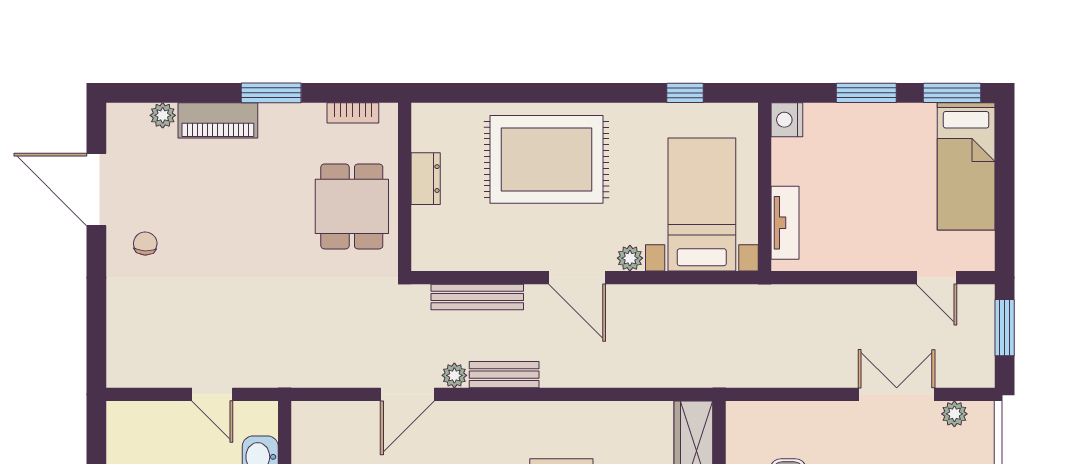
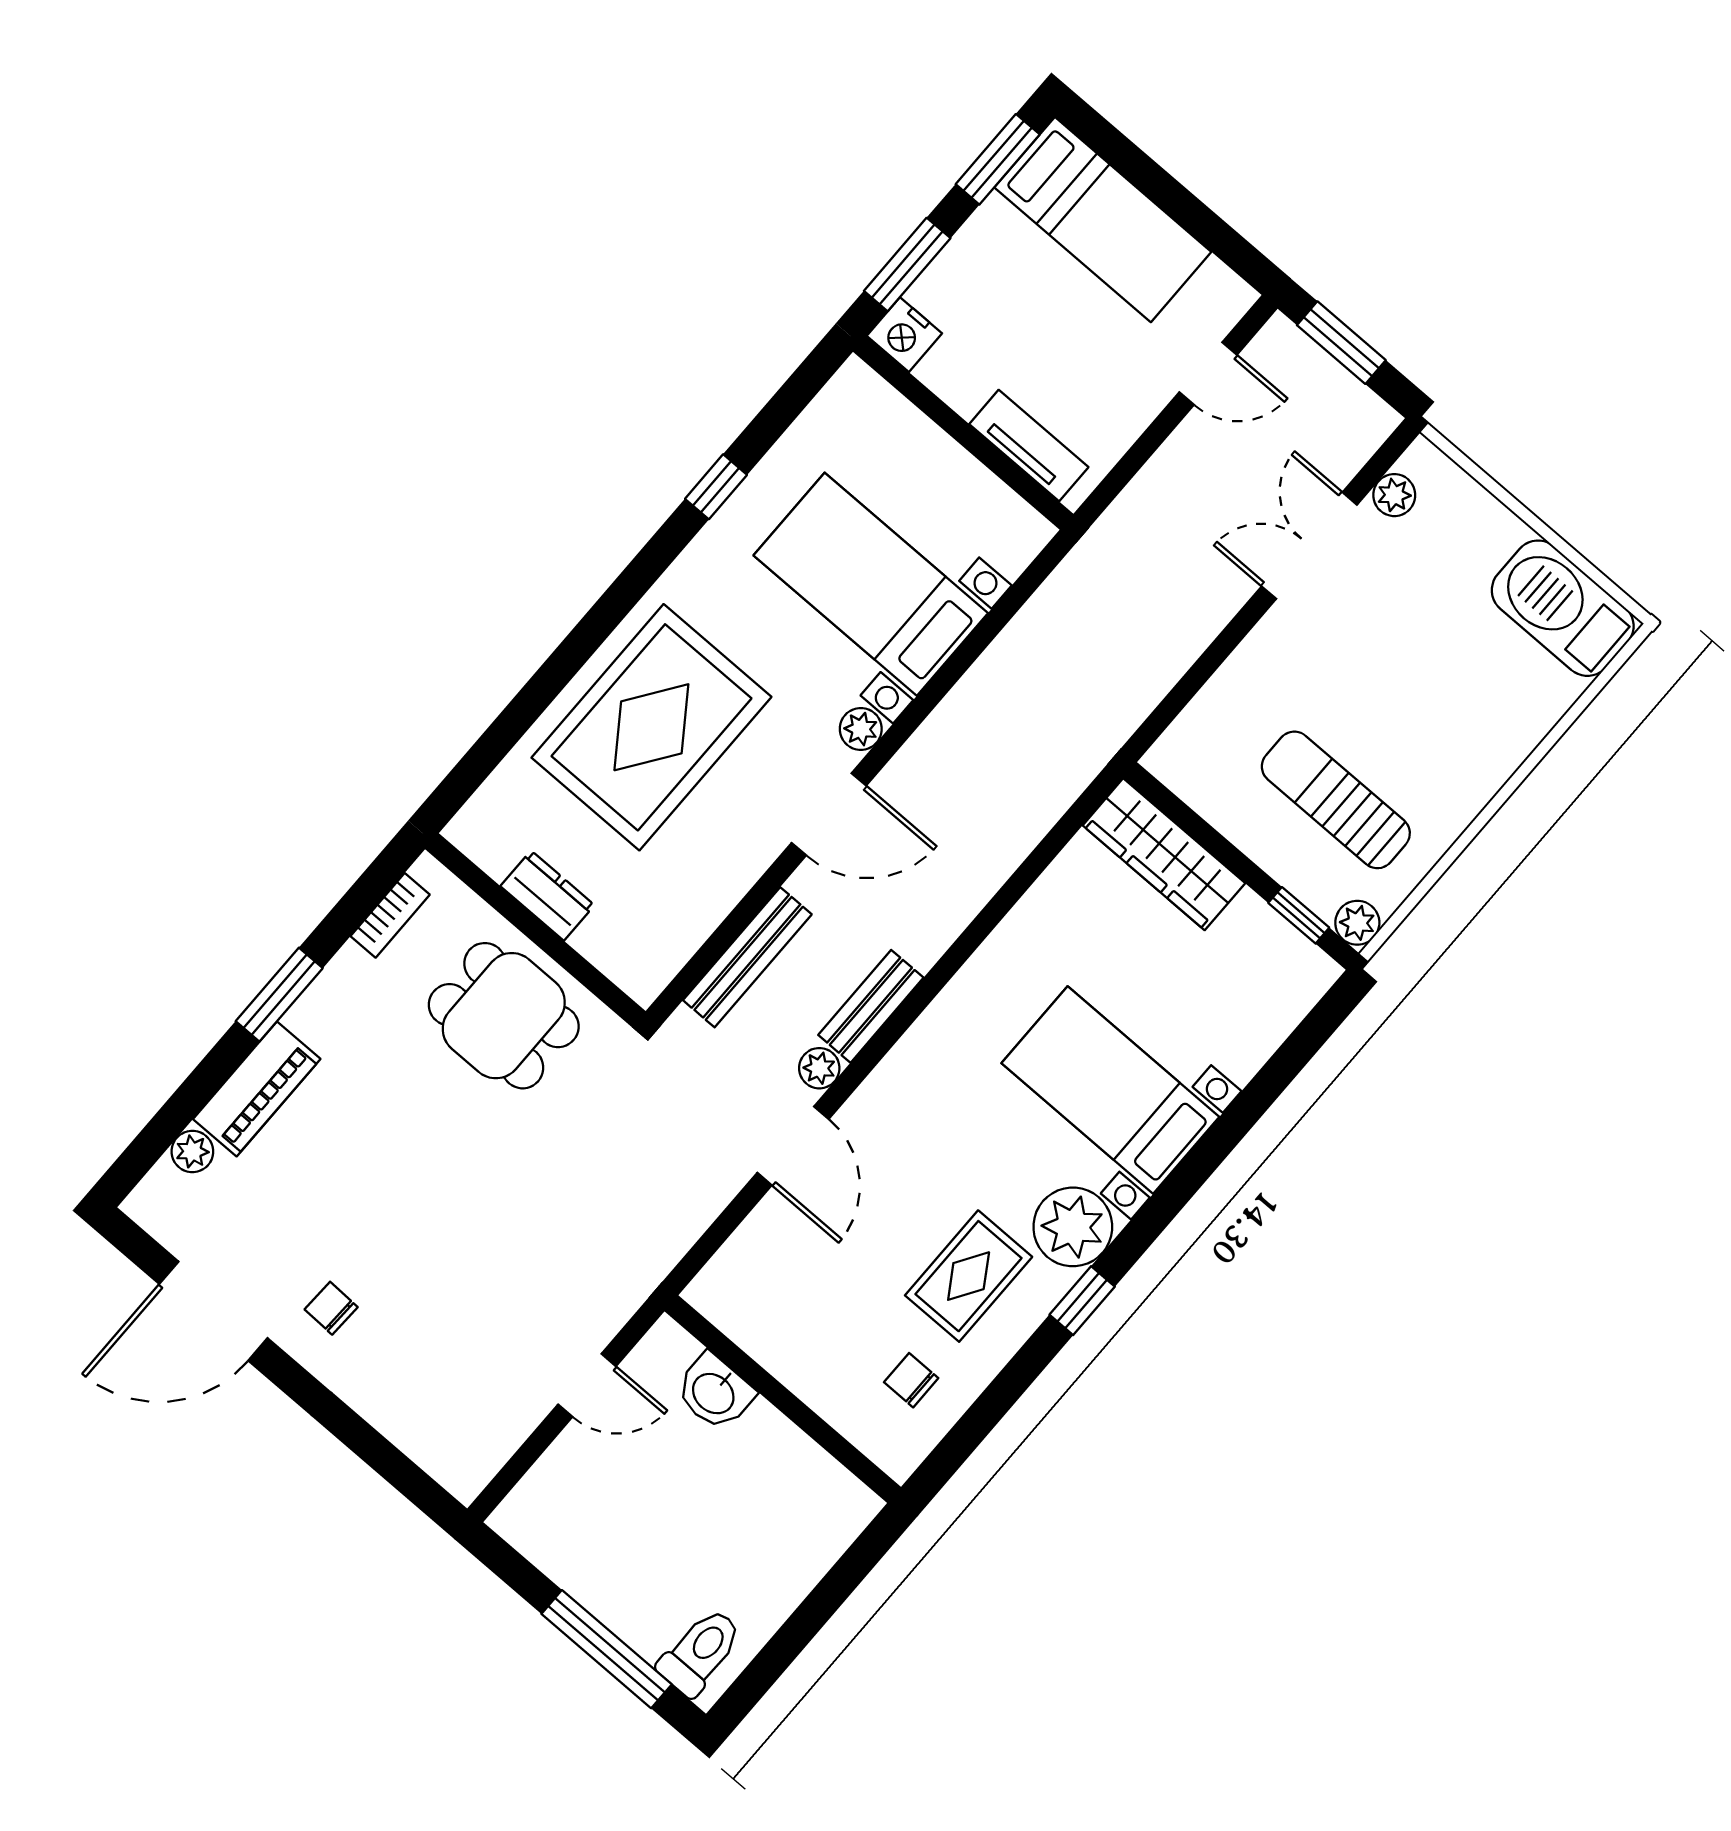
nightstand: (787, 120) -> (904, 335), moved
wall: (765, 187) -> (963, 433), moved
tv unit: (785, 223) -> (1029, 446), moved

